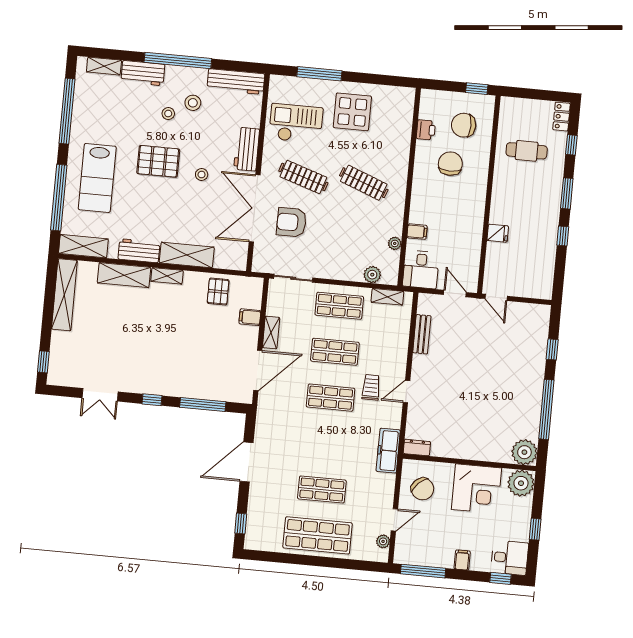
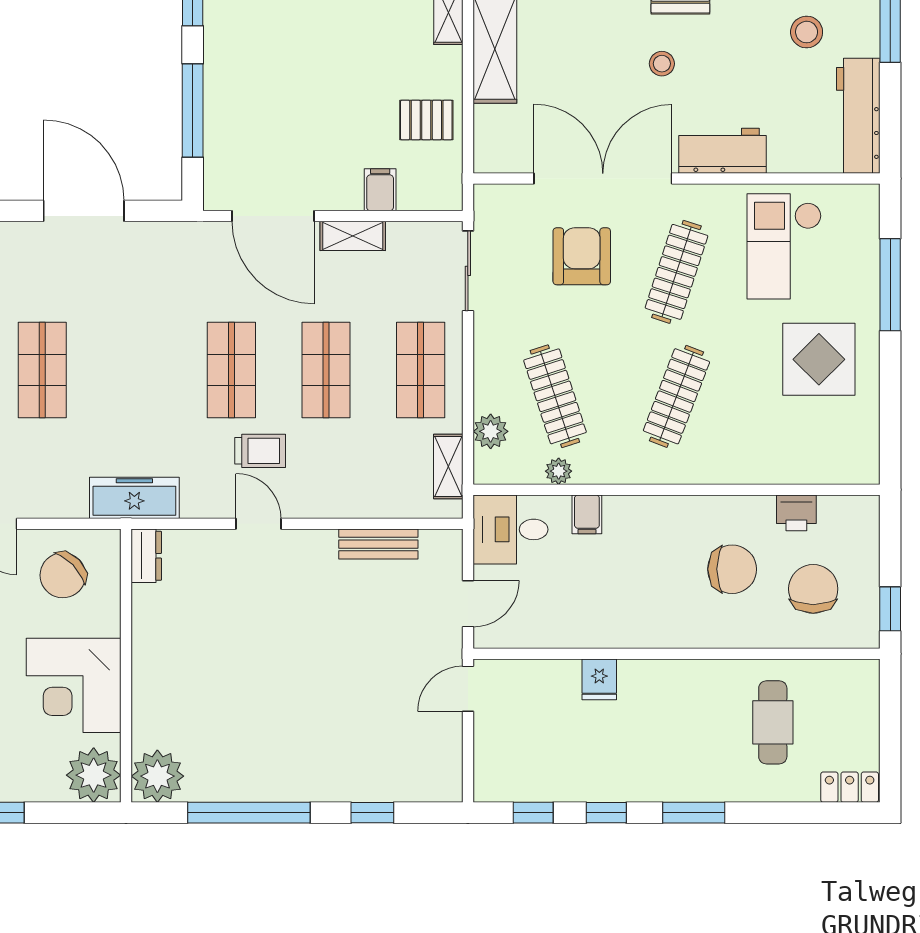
checkout: (296, 123) -> (784, 246), turned 180
window: (571, 145) -> (533, 813), moved
clothes rail: (358, 242) -> (555, 396), added

